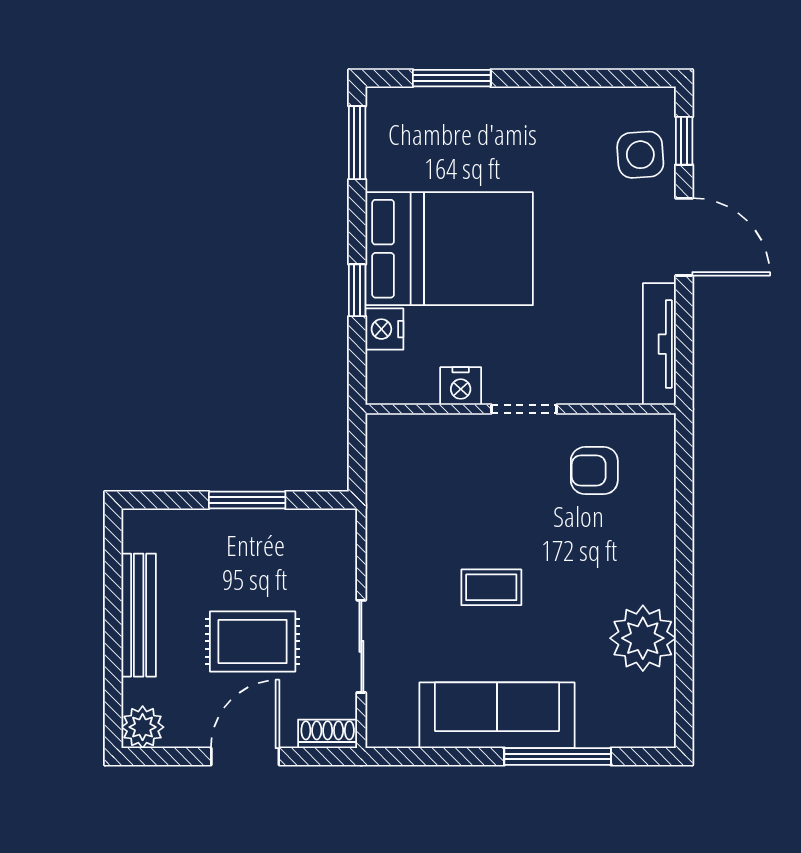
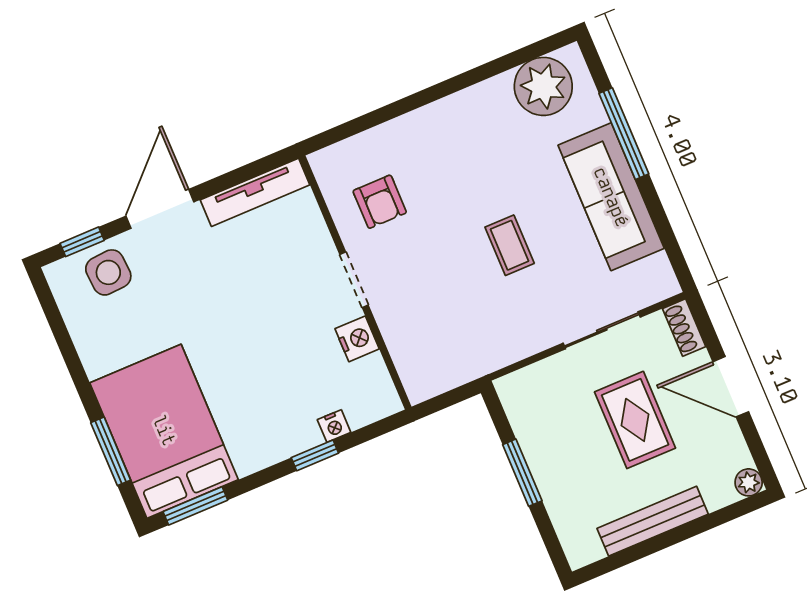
bed: (449, 249) -> (164, 431), moved
nightstand: (384, 329) -> (334, 426), width x0.72, depth x0.74
plant: (643, 638) -> (543, 86), moved
plant: (143, 727) -> (749, 482), width x0.73, depth x0.73

